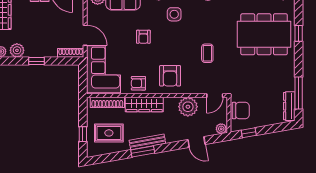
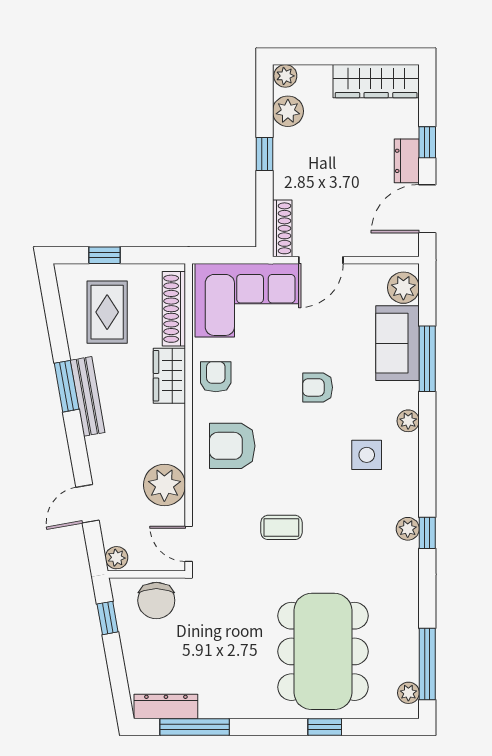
wardrobe: (144, 104) -> (169, 376), width x0.67

